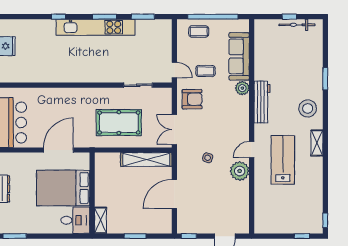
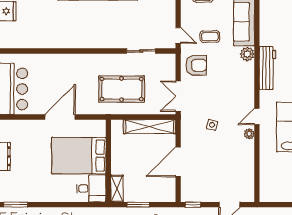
plant: (240, 171) -> (249, 134), width x0.53, depth x0.53
bed: (63, 188) -> (79, 156), moved
wall: (92, 193) -> (108, 161), moved
desk: (75, 220) -> (91, 188), moved
shelving: (101, 220) -> (117, 189), moved

